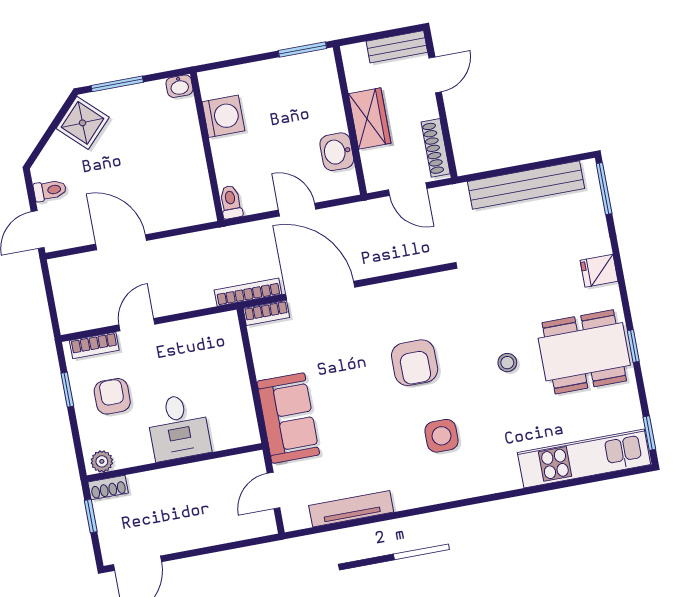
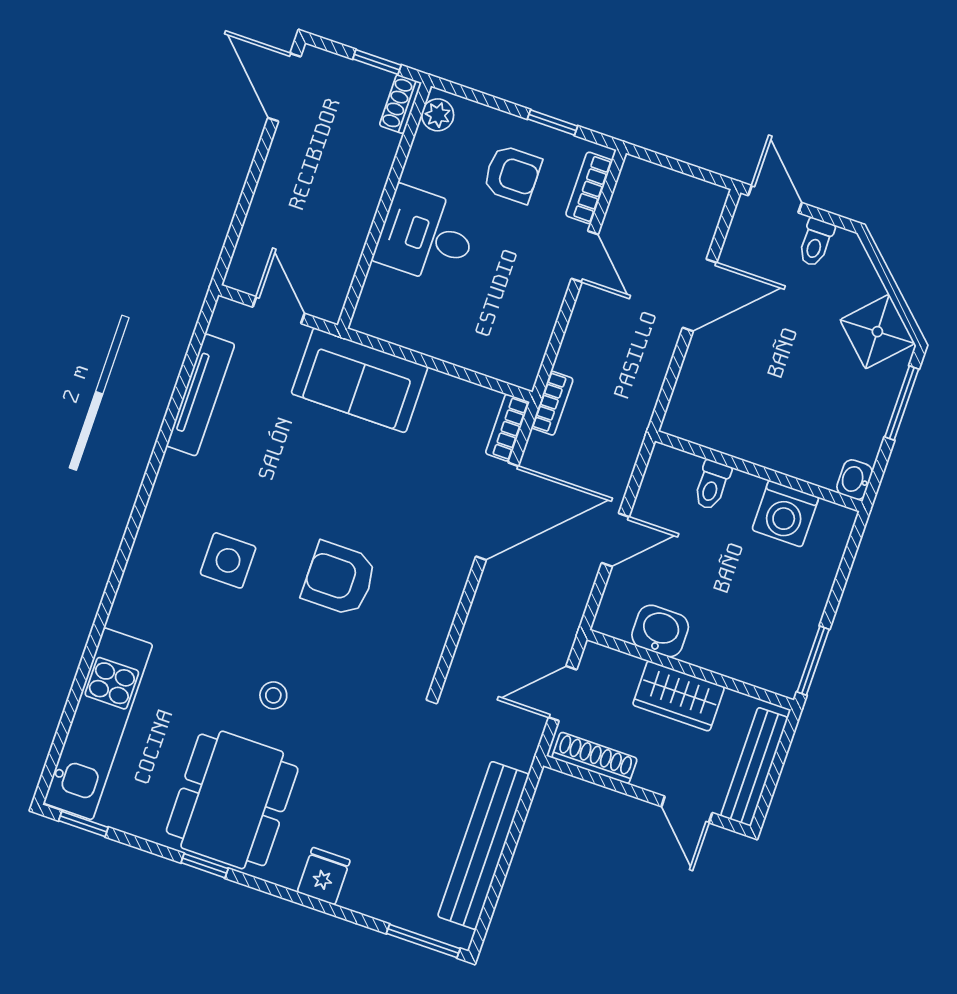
bench: (397, 47) -> (754, 767), width x1.36
toilet: (231, 202) -> (712, 485), moved, turned 90
bookcase: (248, 292) -> (552, 403), width x0.64

